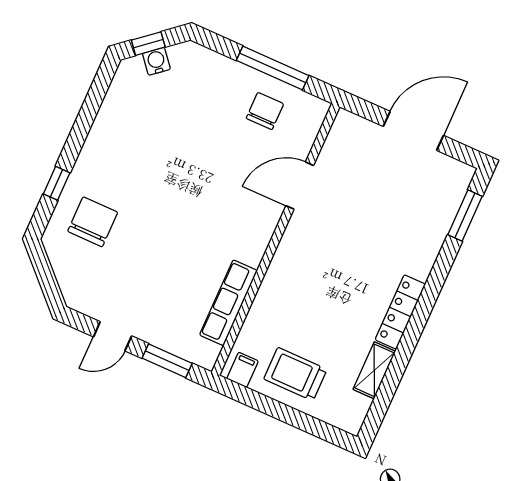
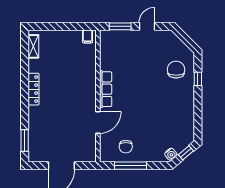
water cooler: (156, 61) -> (171, 154), moved
chair: (93, 222) -> (176, 70), turned 180
row of seats: (228, 303) -> (106, 89), moved
shelving: (374, 370) -> (33, 46), moved
trolley: (295, 374) -> (65, 44), removed

